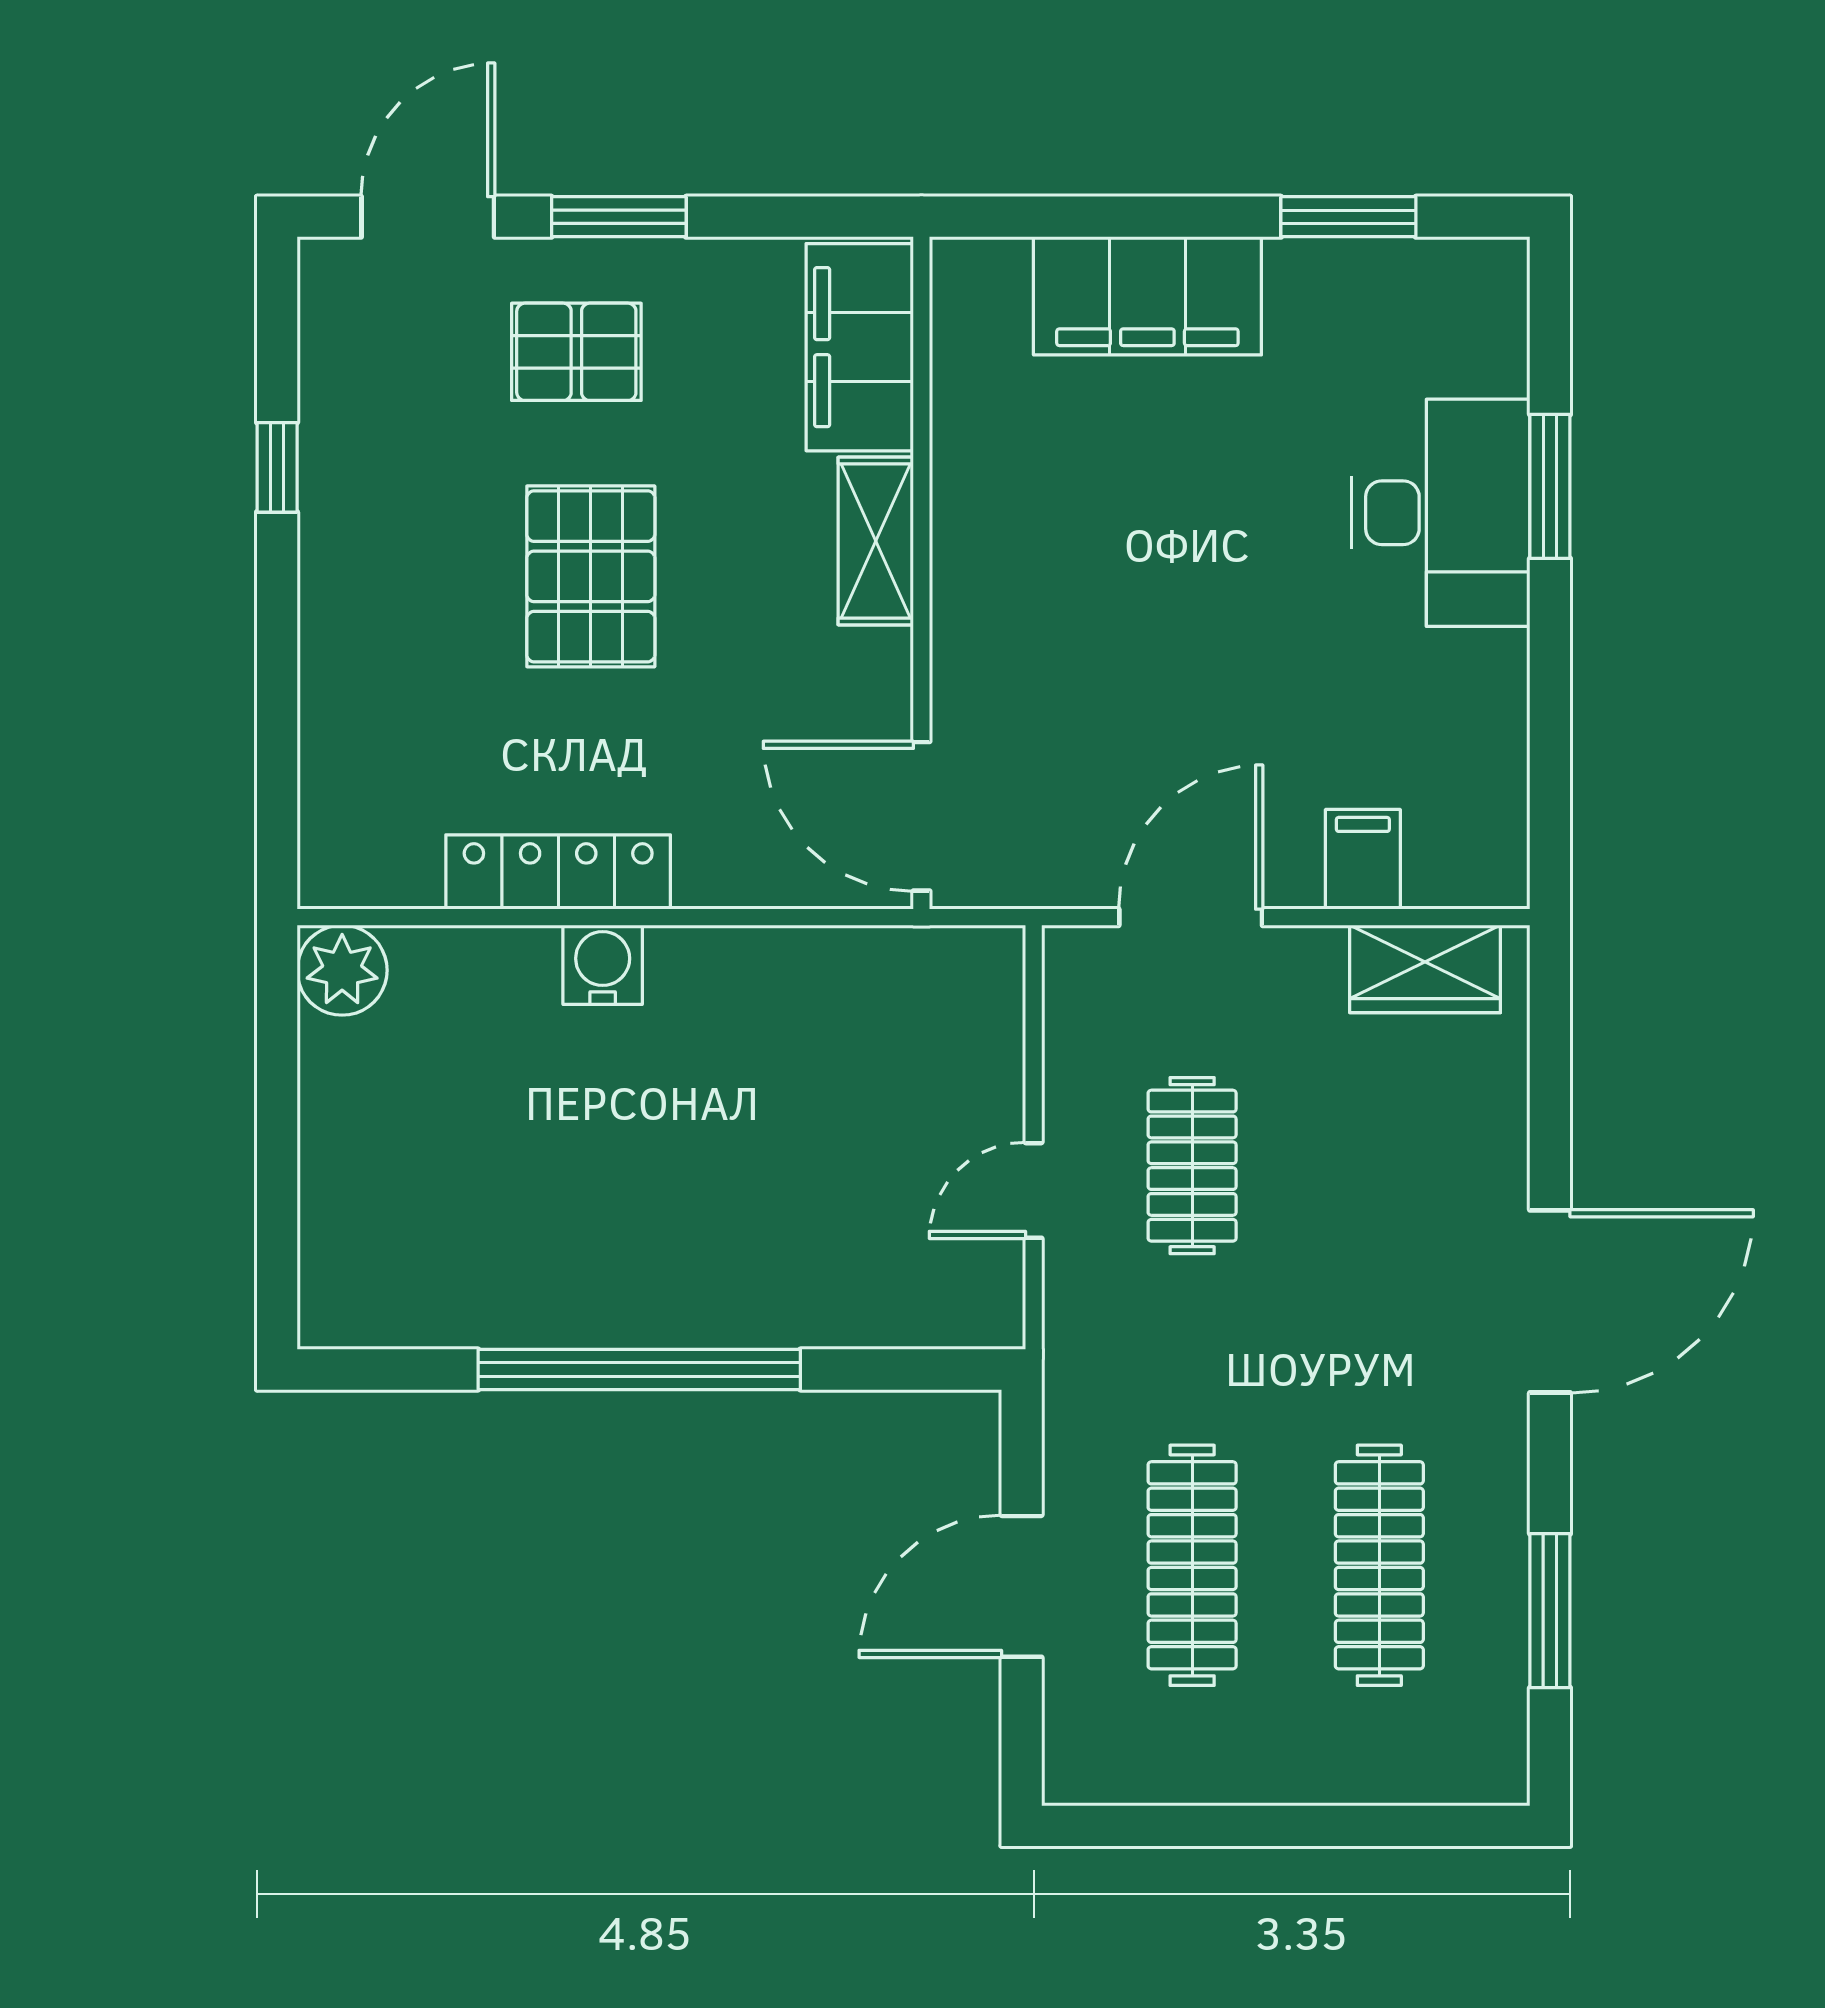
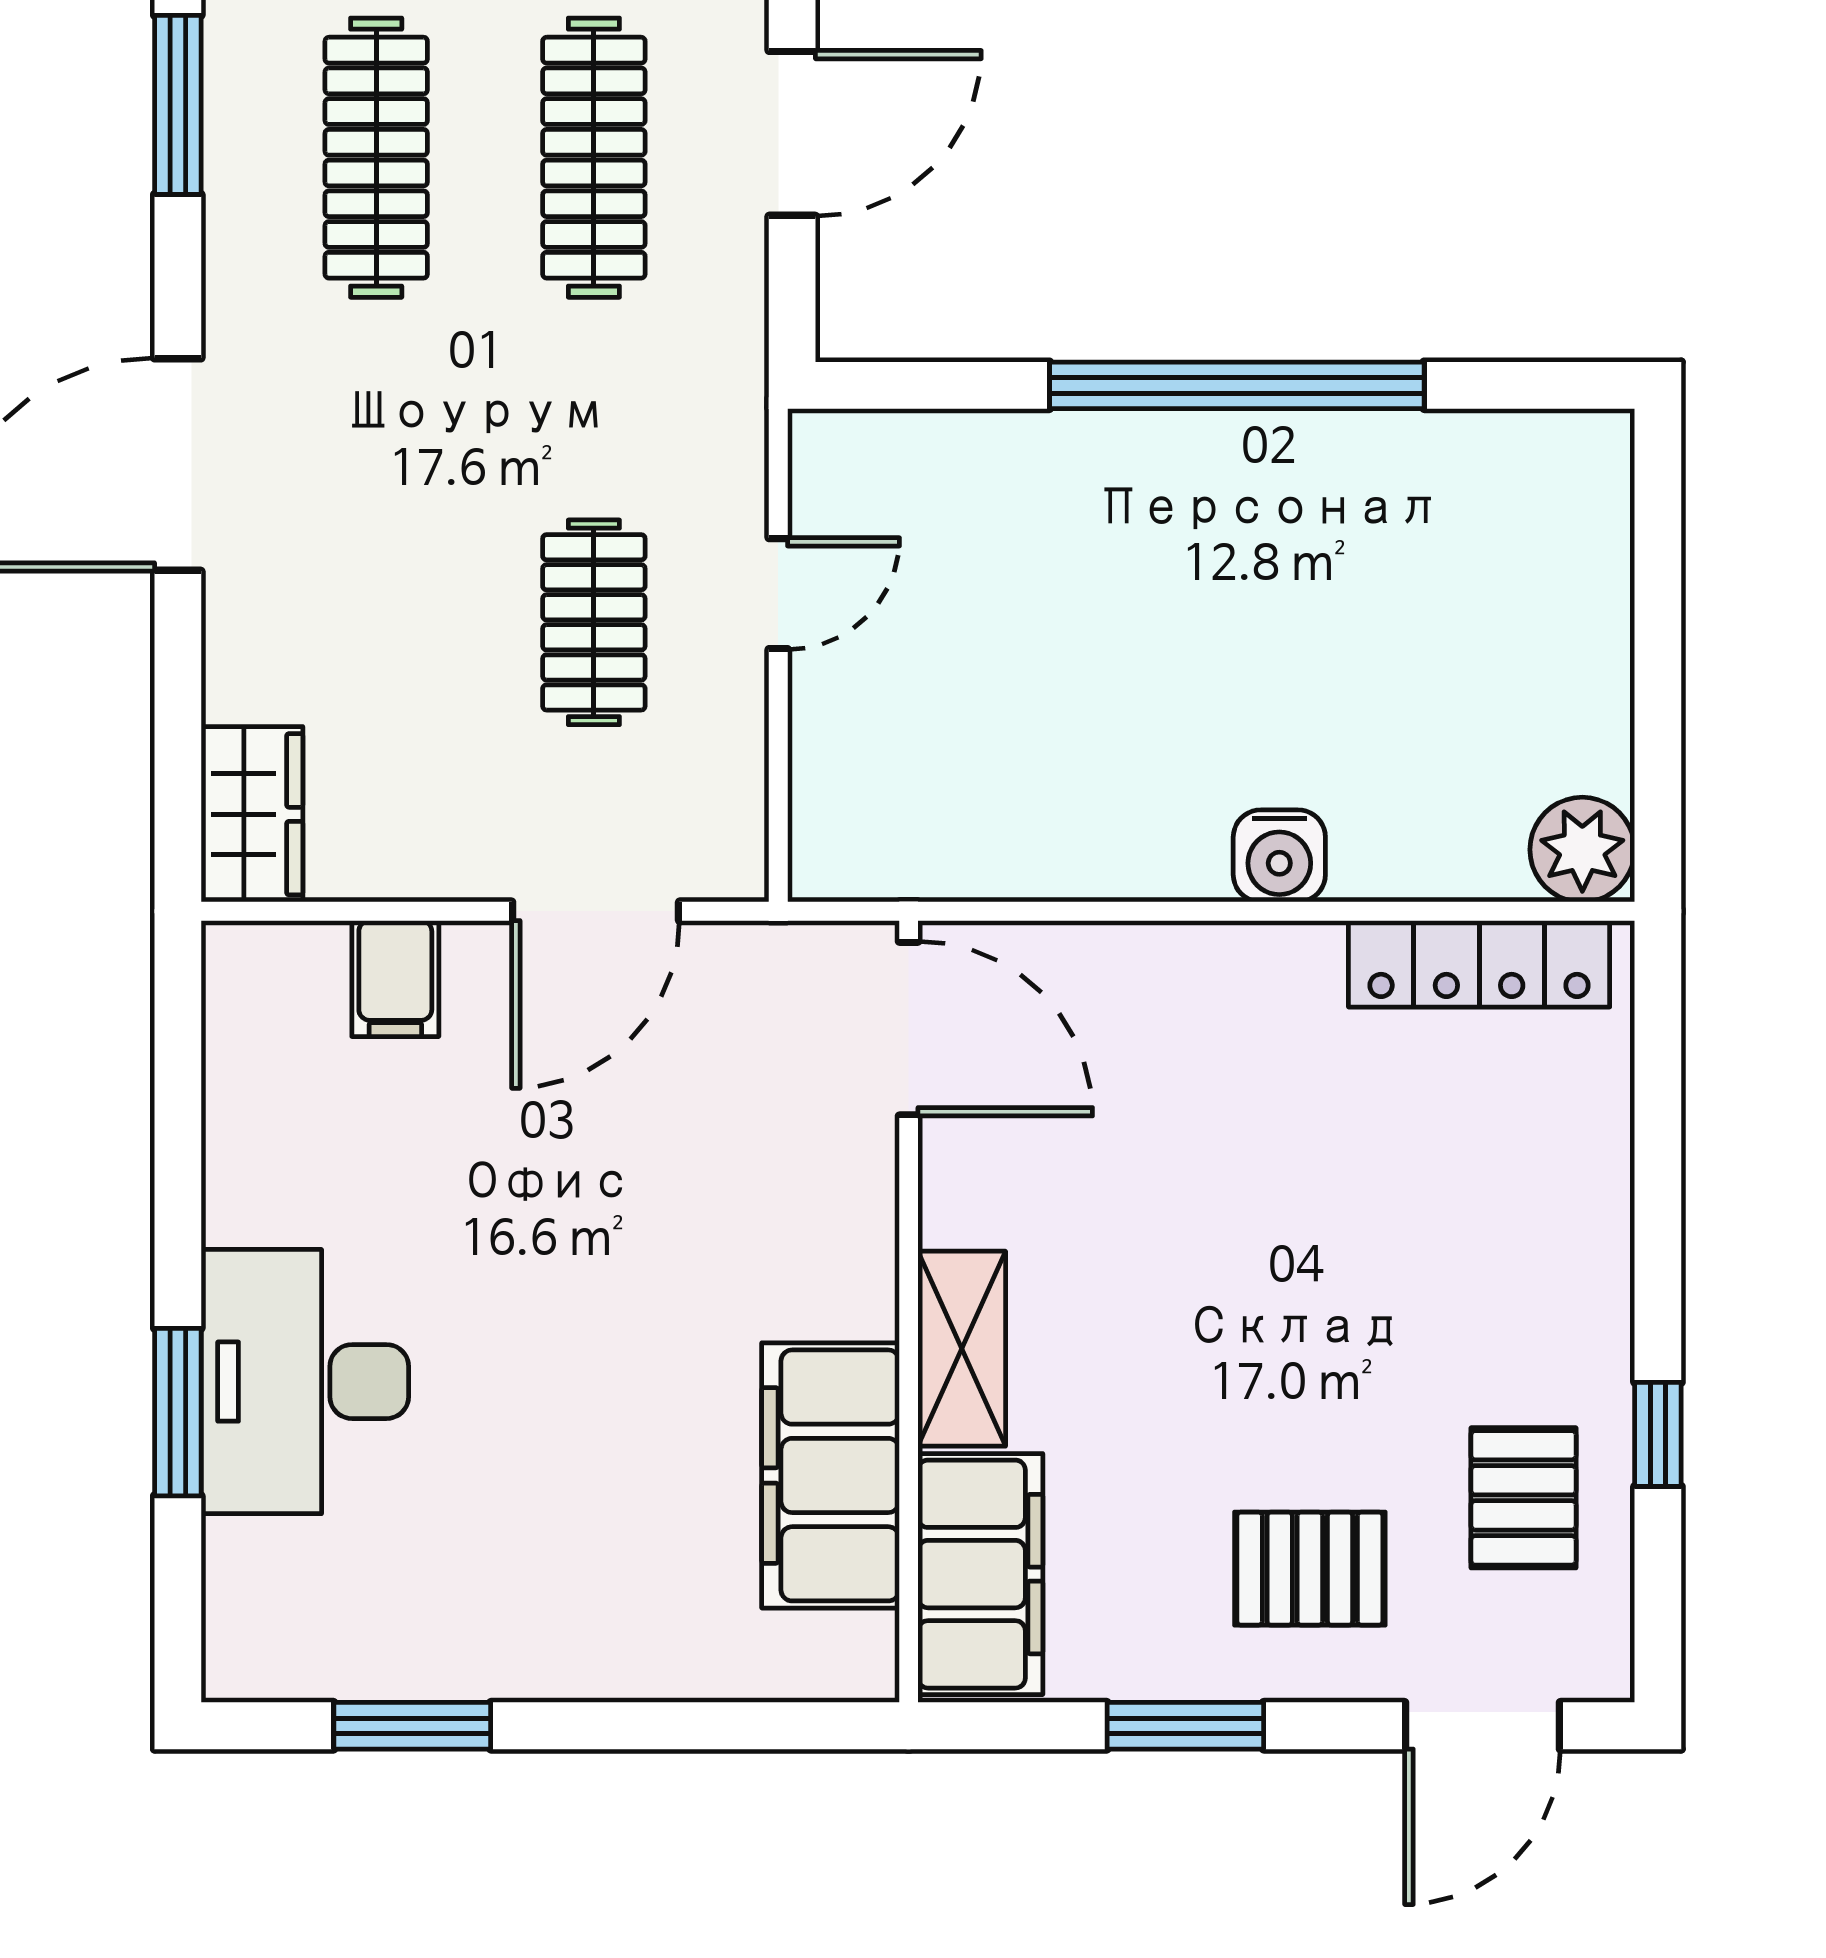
window: (619, 217) -> (1185, 1726), moved
filing cabinet: (1147, 296) -> (831, 1475), moved, turned -90
pallet: (591, 576) -> (1523, 1498), moved, width x0.67, depth x0.71
locker: (558, 872) -> (1479, 964), moved
wardrobe: (1425, 969) -> (252, 814), moved, turned 90

